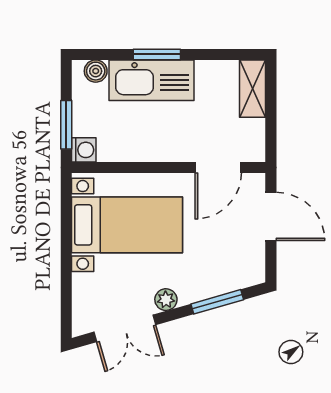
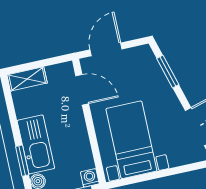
window: (157, 54) -> (22, 161), moved
plant: (166, 300) -> (174, 105), removed

